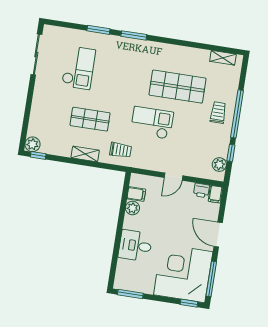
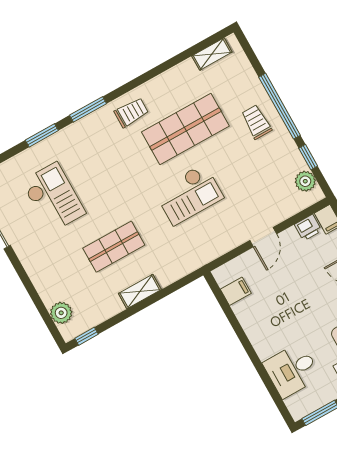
checkout: (152, 123) -> (189, 194), turned 180
plant: (33, 144) -> (61, 313), moved
trolley: (121, 150) -> (131, 113), moved
plant: (133, 208) -> (244, 311), removed
desk: (135, 246) -> (292, 370), moved

